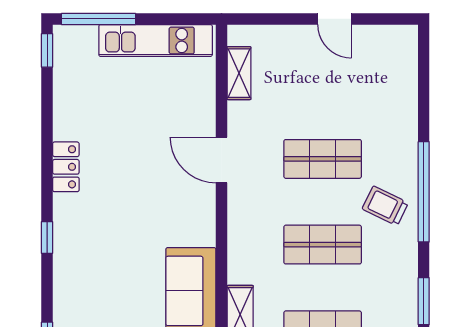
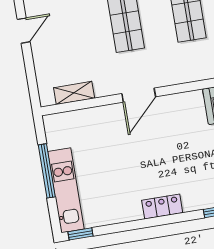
window: (98, 19) -> (47, 171), moved
kitchen unit: (156, 40) -> (66, 190), moved

